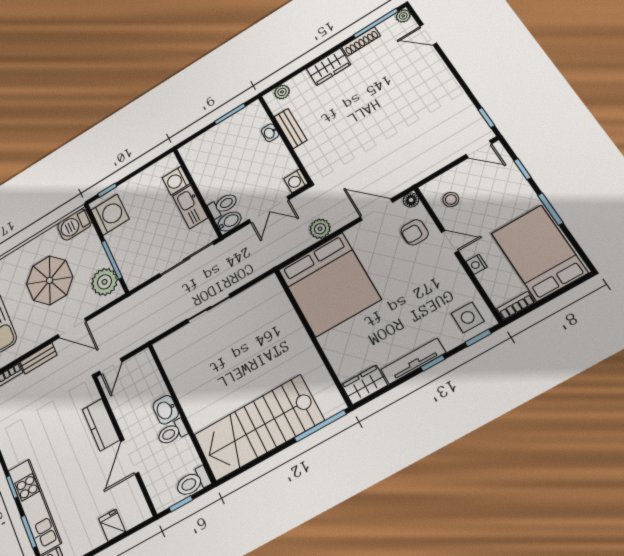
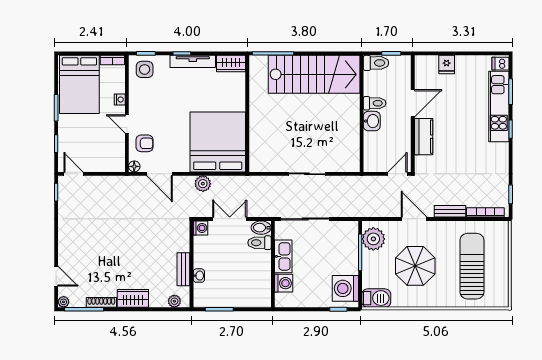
stool: (451, 199) -> (110, 151), removed

